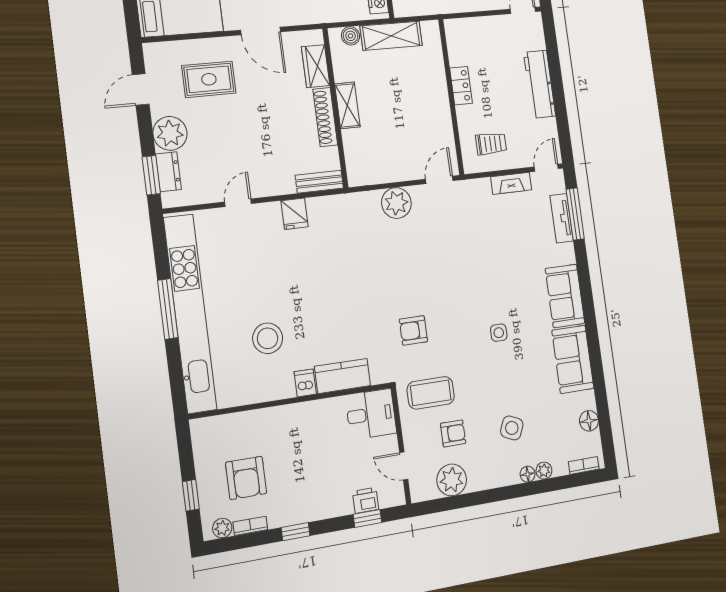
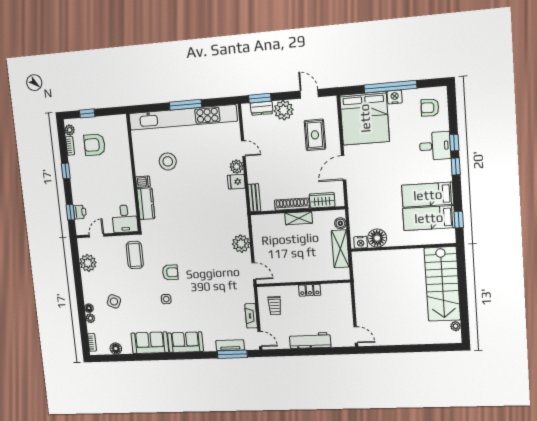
plant: (269, 214) -> (237, 167), added
armchair: (413, 330) -> (170, 272), moved, turned 90
armchair: (453, 433) -> (112, 266), removed

